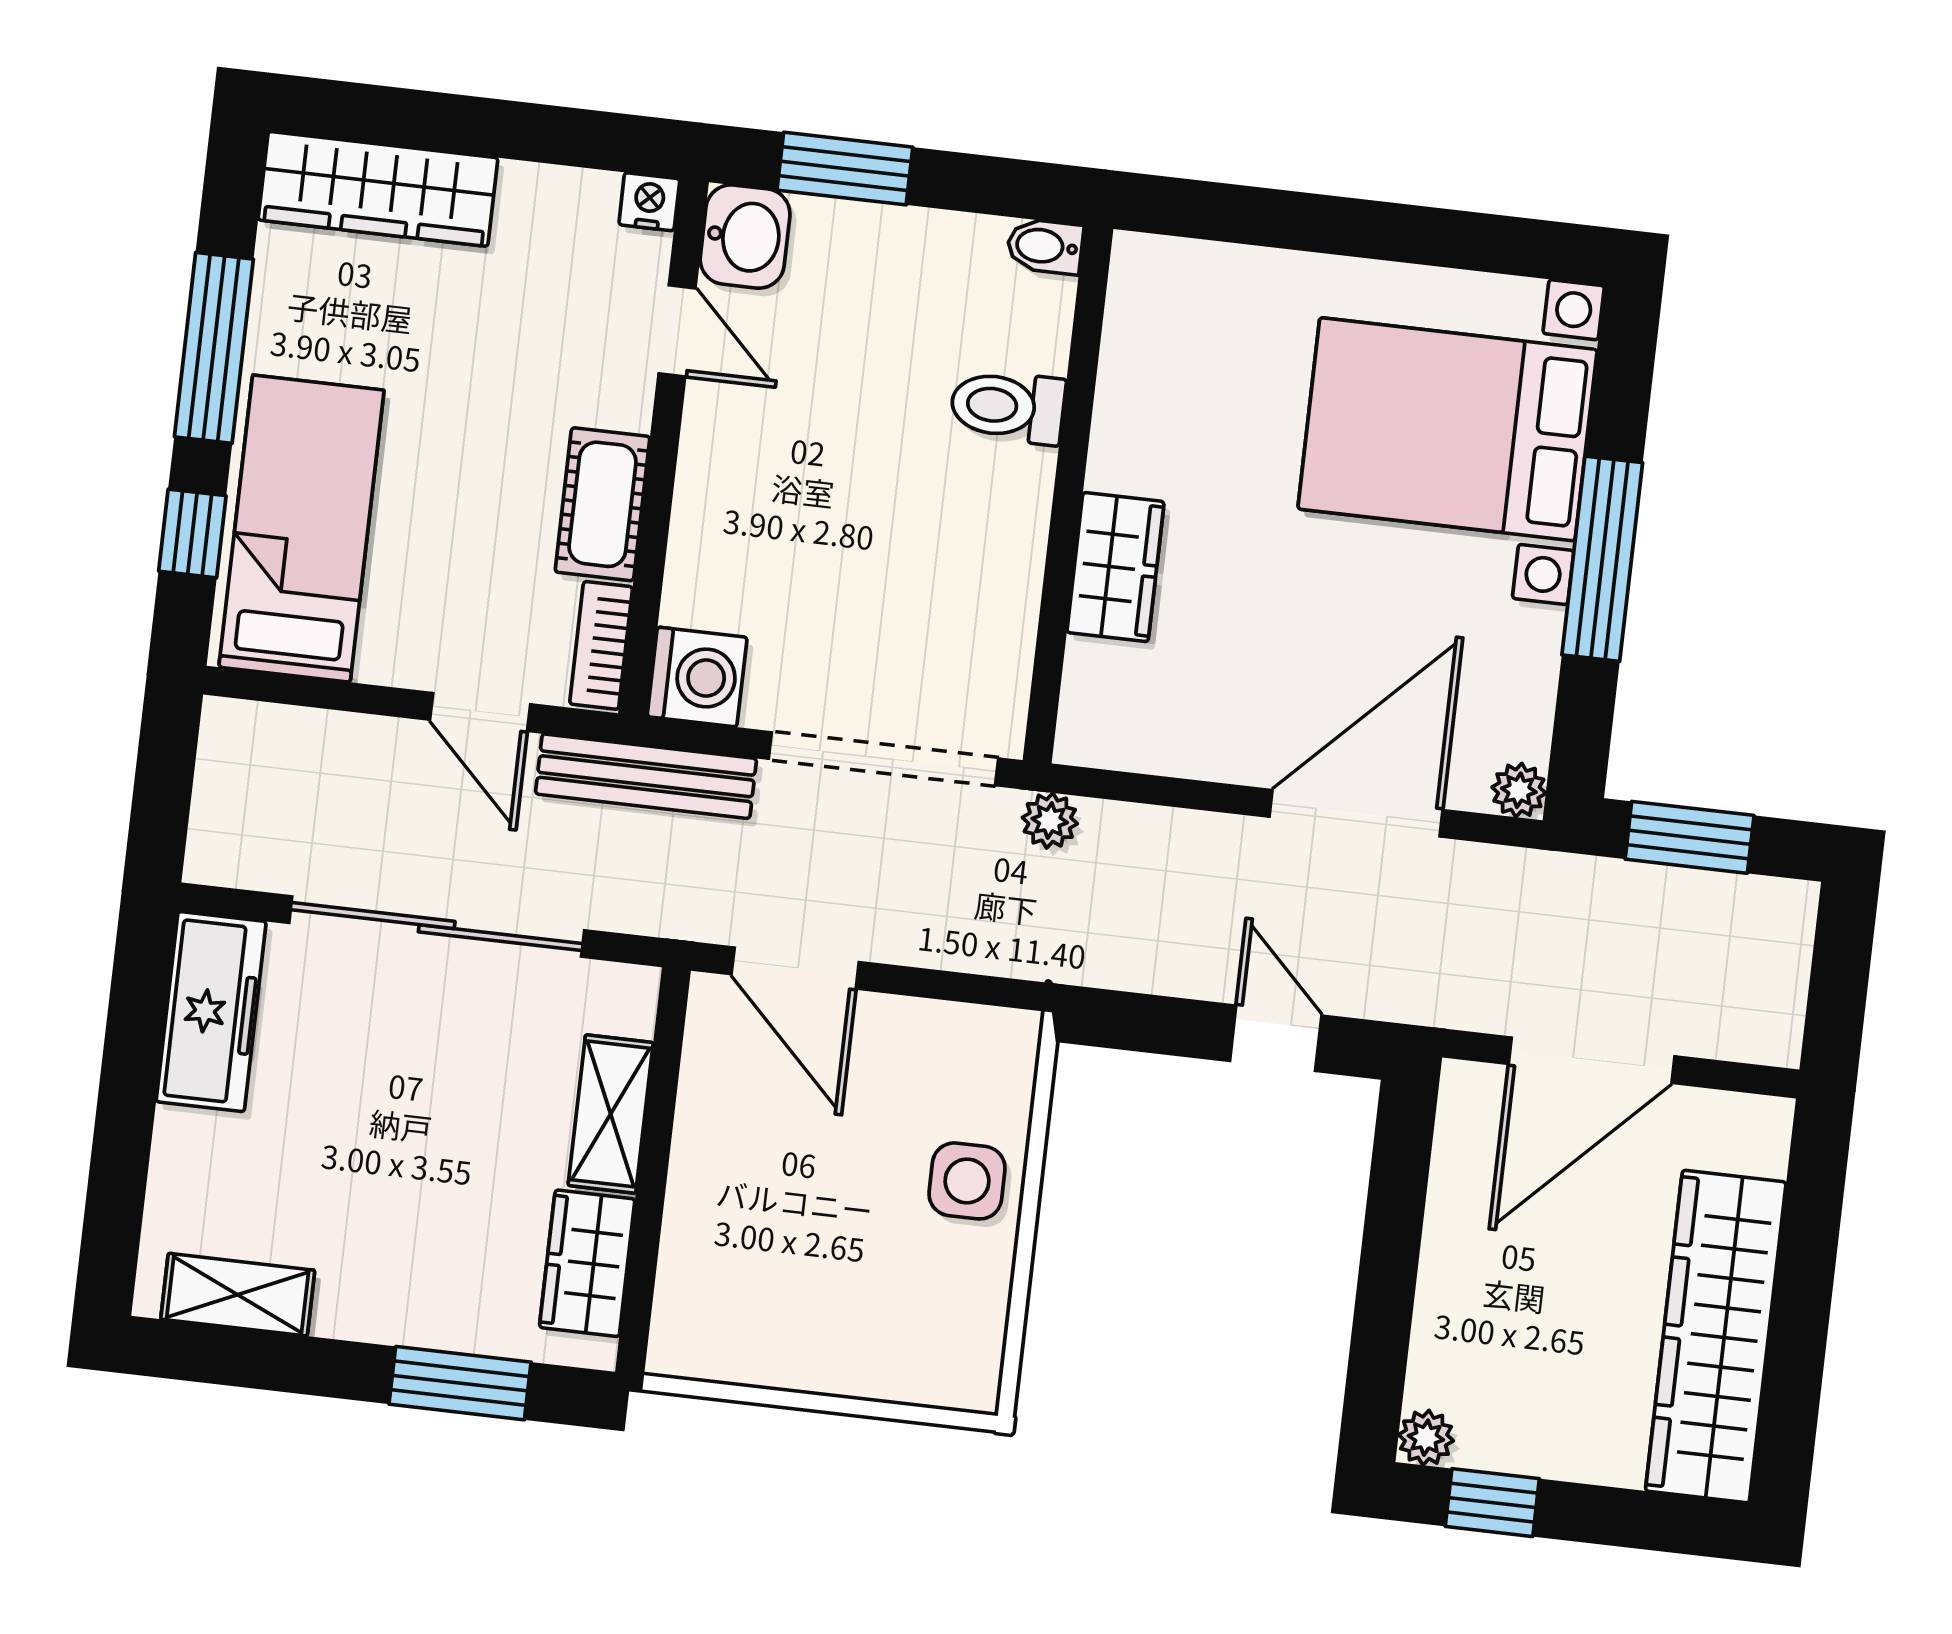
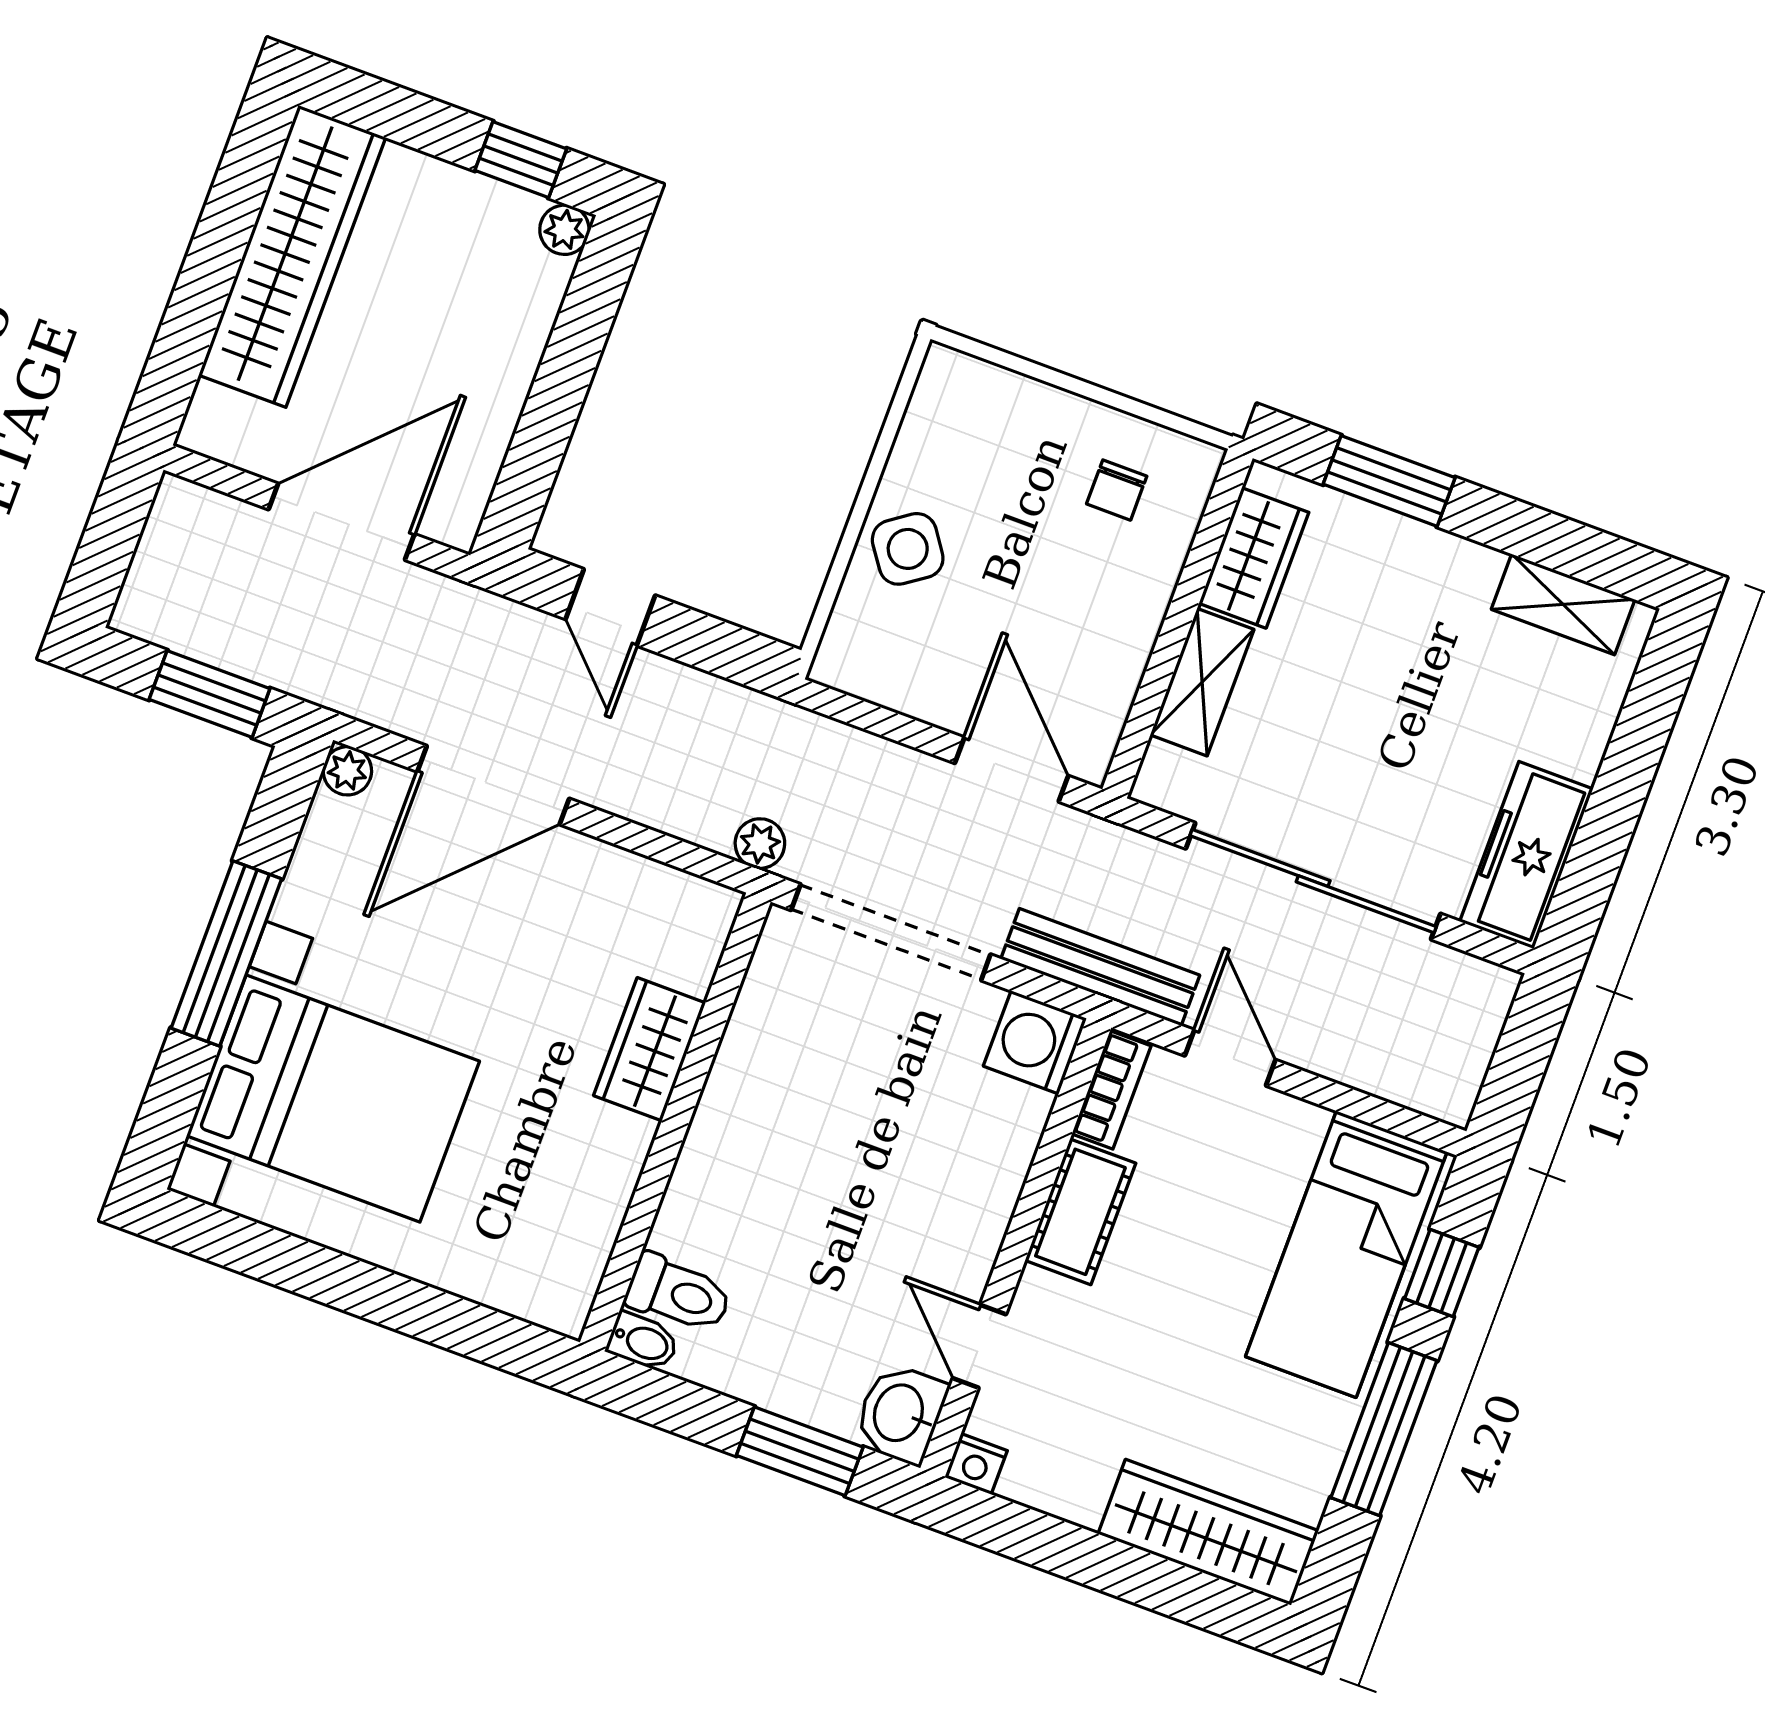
toilet: (1008, 407) -> (678, 1294), moved
side table: (967, 1181) -> (908, 549), turned -35
chair: (755, 1301) -> (1117, 490), added

